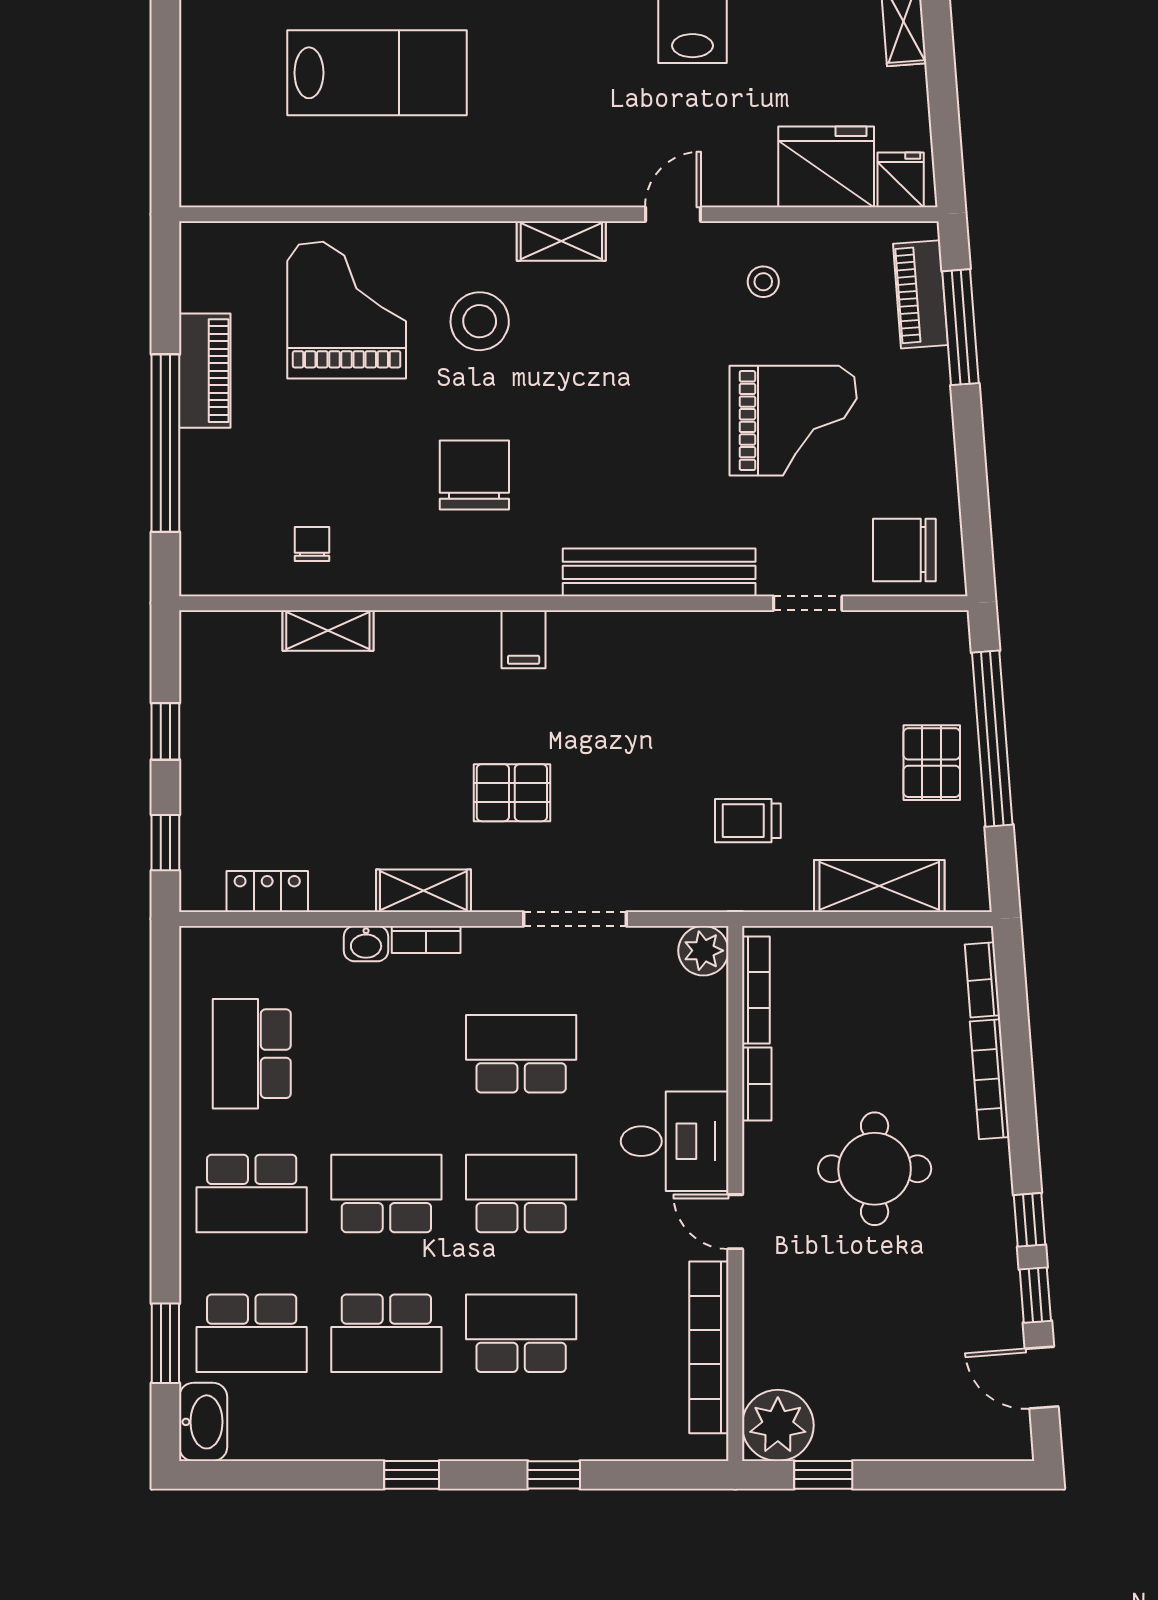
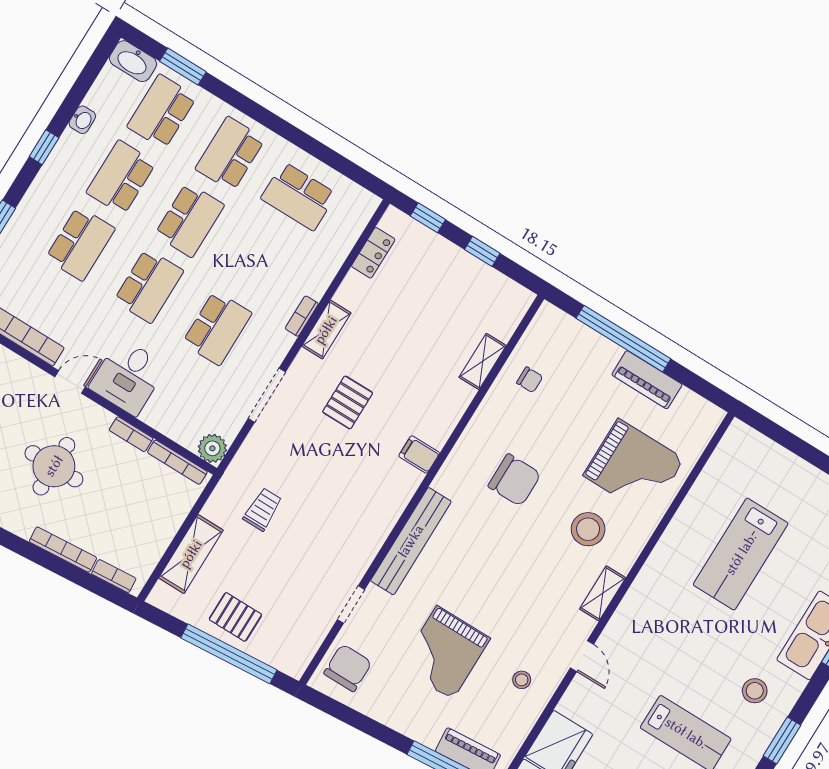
washbasin: (366, 944) -> (82, 120), moved, turned 180
school desk: (252, 1054) -> (299, 196), turned 180

